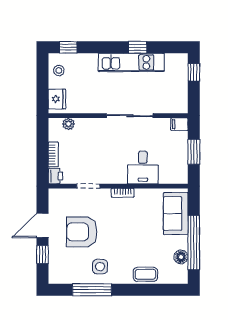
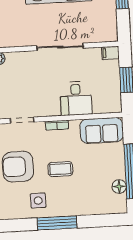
sofa: (176, 214) -> (102, 130), moved, turned -90
coffee table: (145, 274) -> (60, 169), moved
window: (92, 290) -> (57, 223), moved

